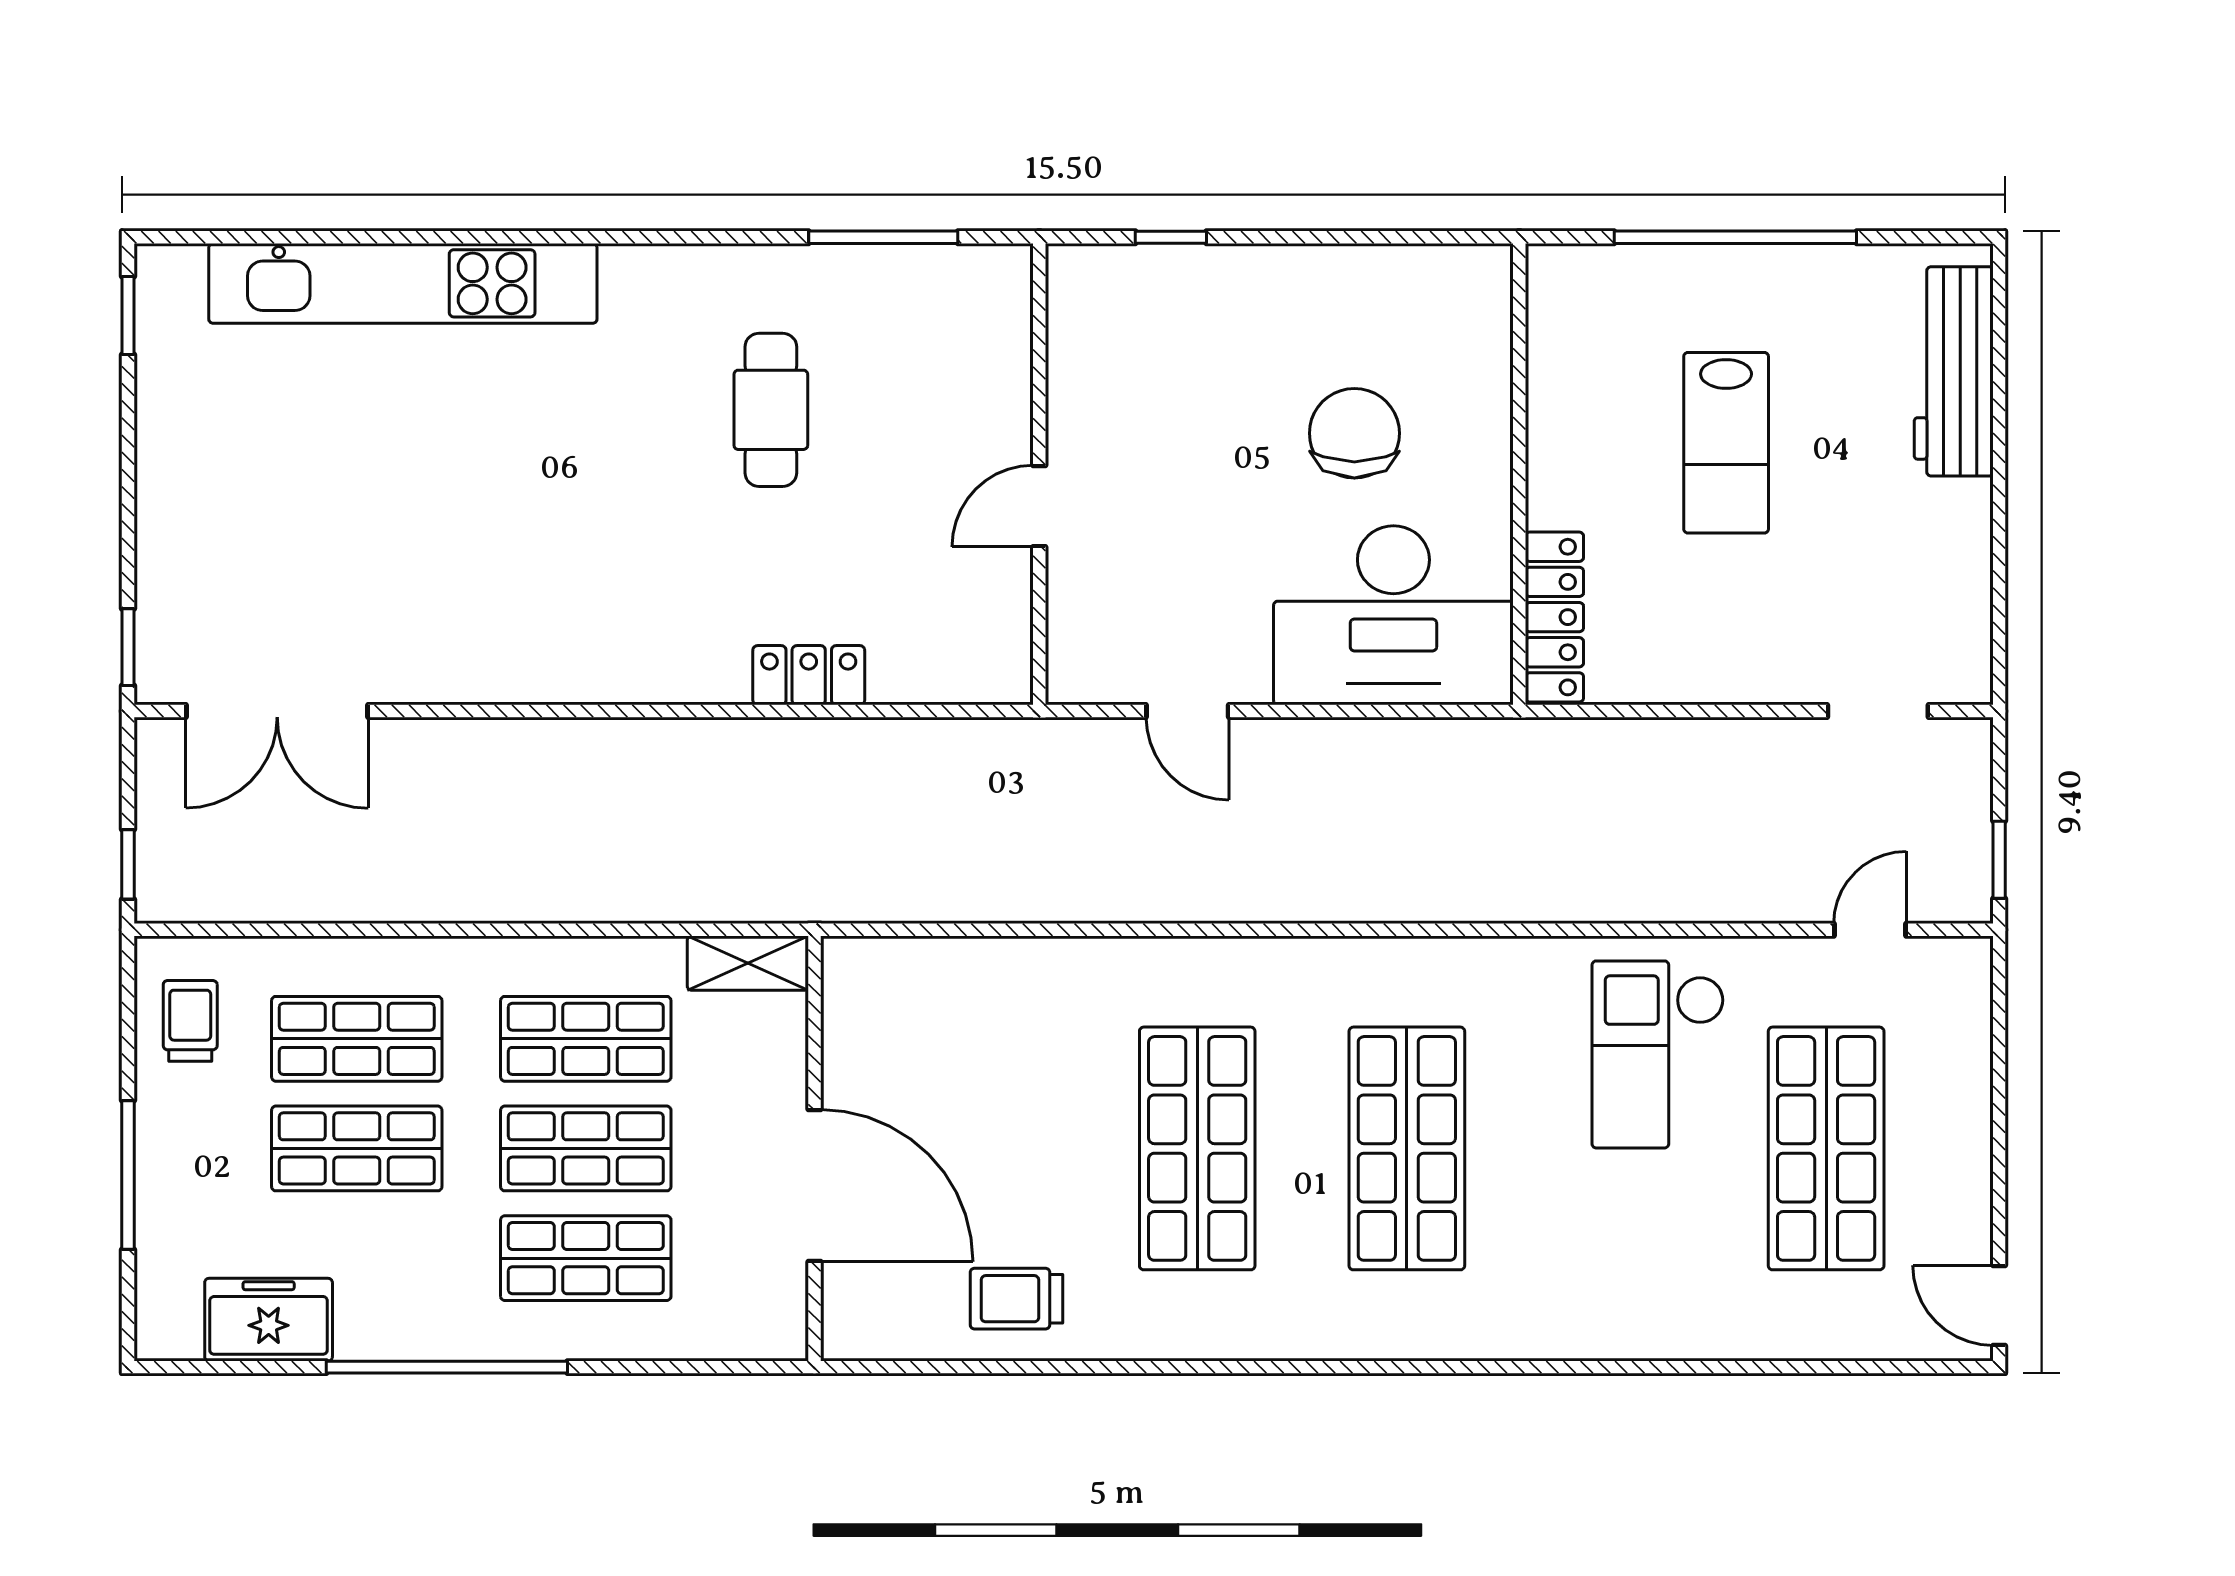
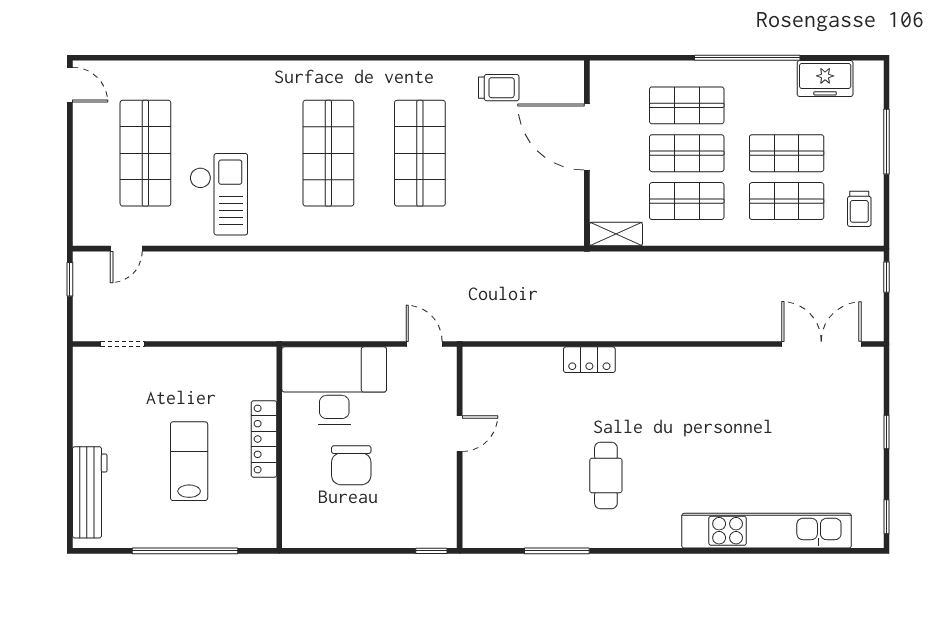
wall: (1039, 474) -> (460, 447), moved
door: (1039, 506) -> (460, 434), moved
locker: (1554, 617) -> (264, 439), moved
window: (128, 647) -> (886, 432), moved

